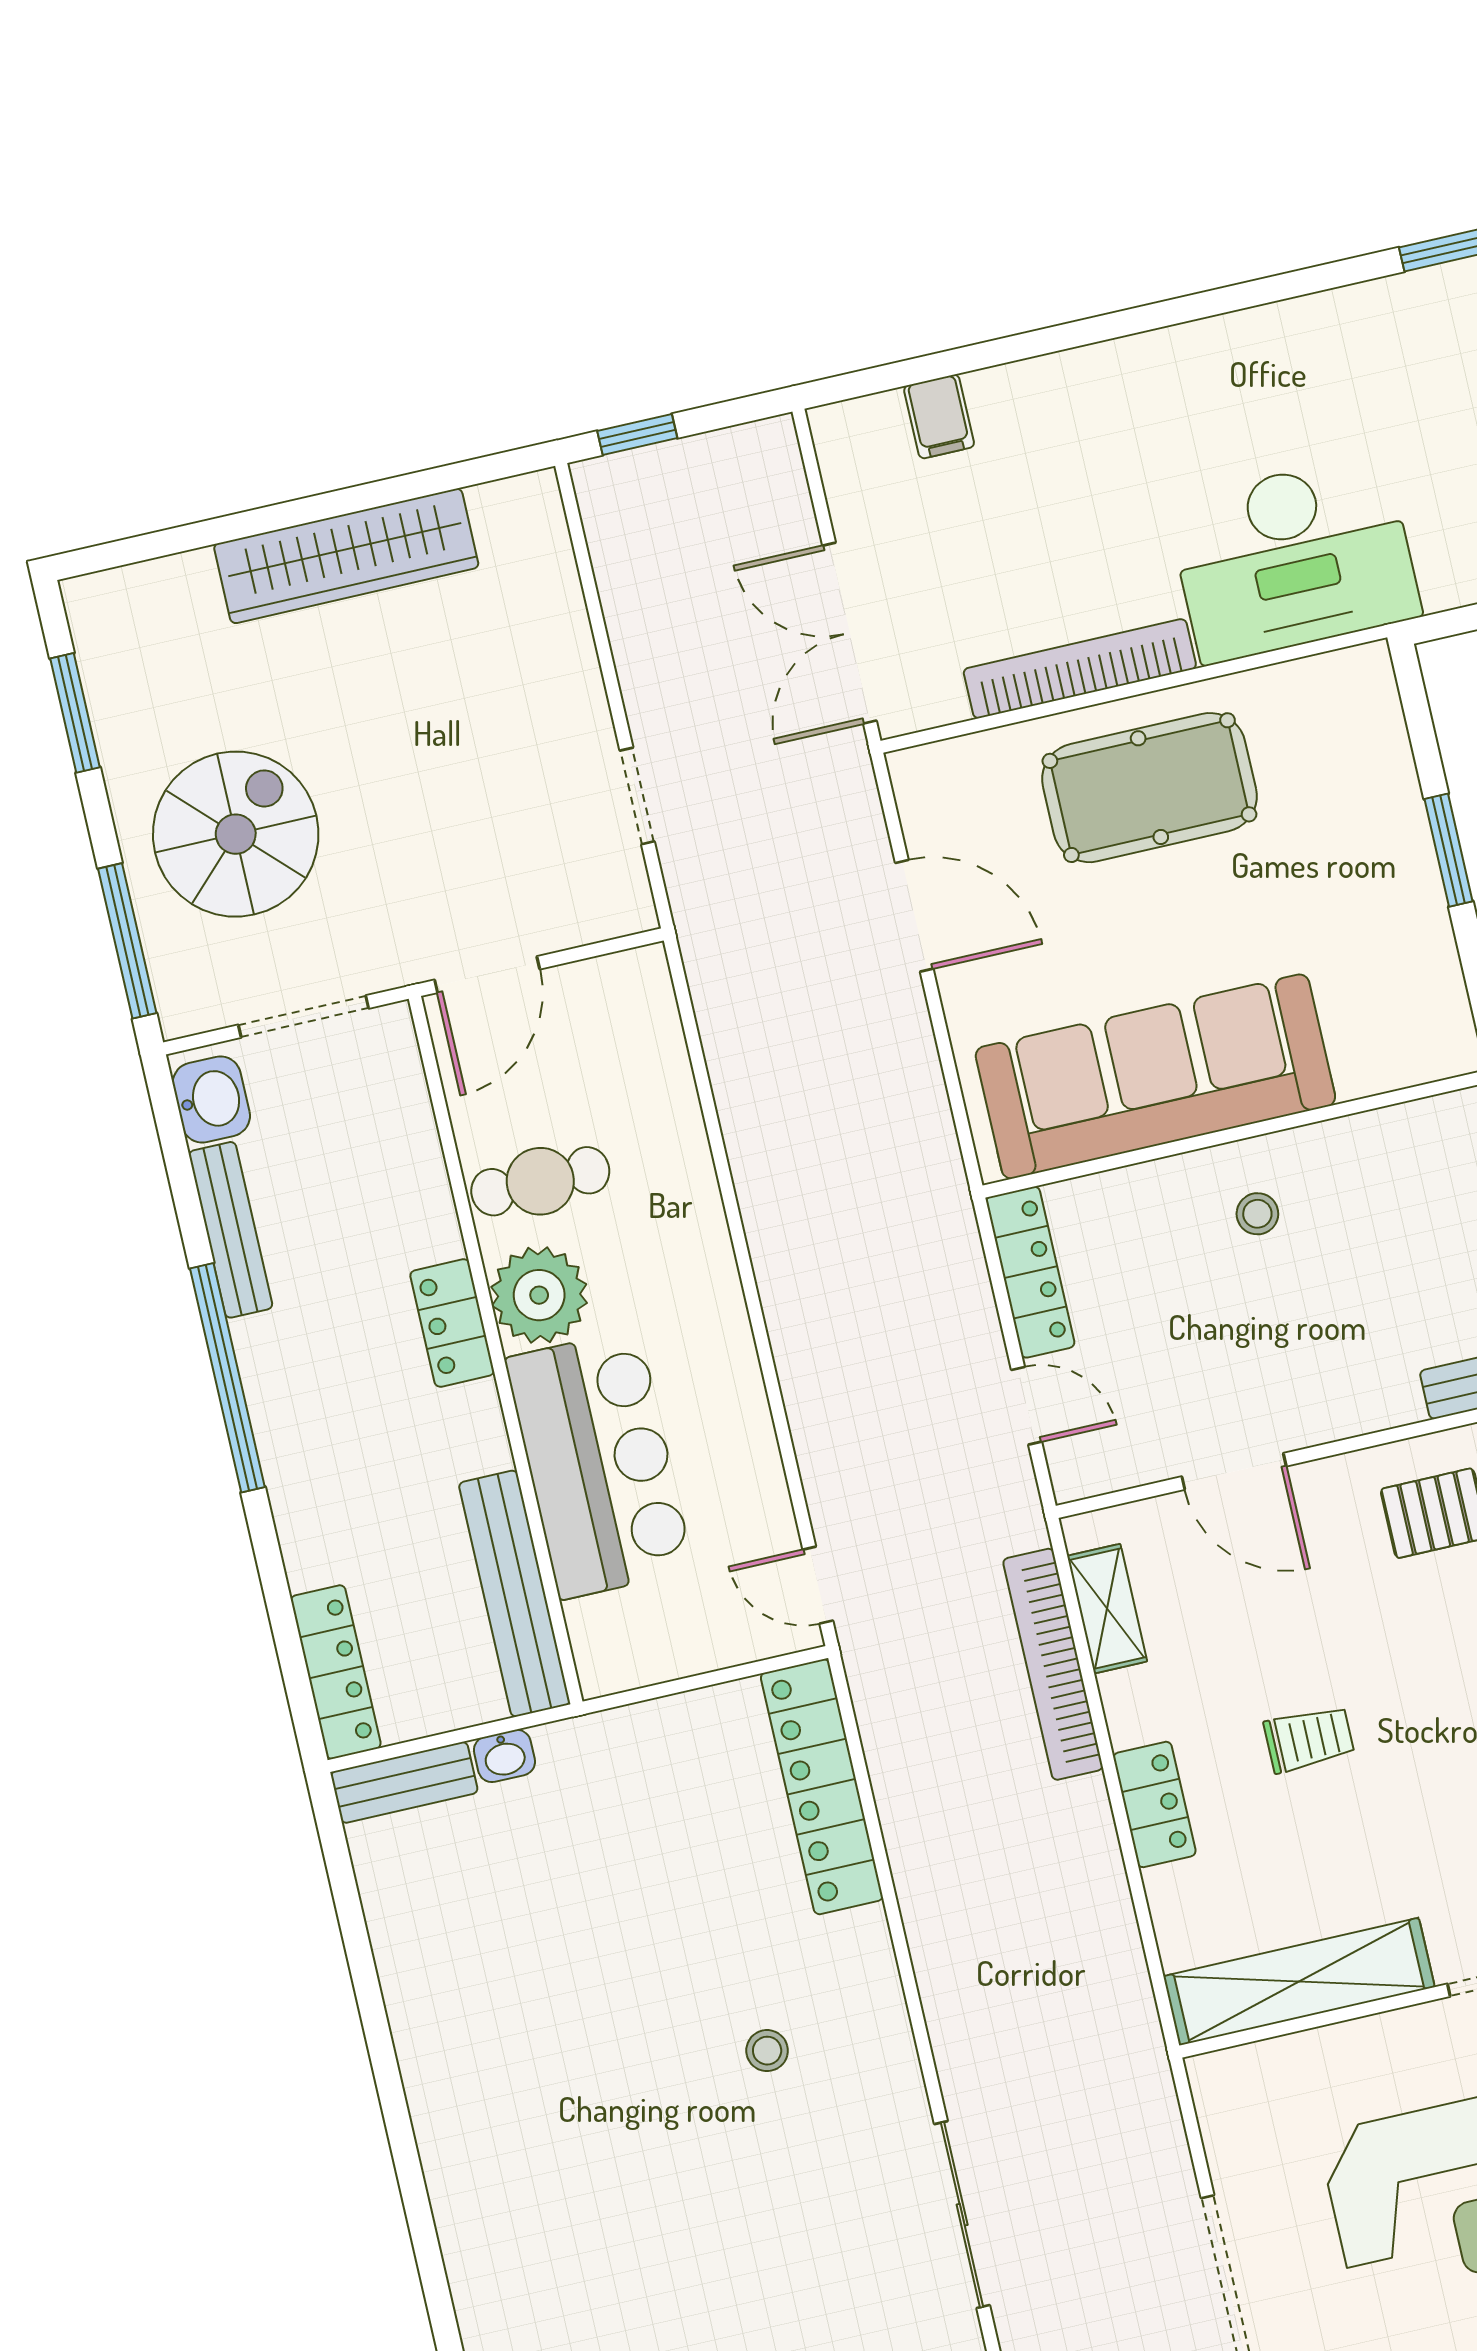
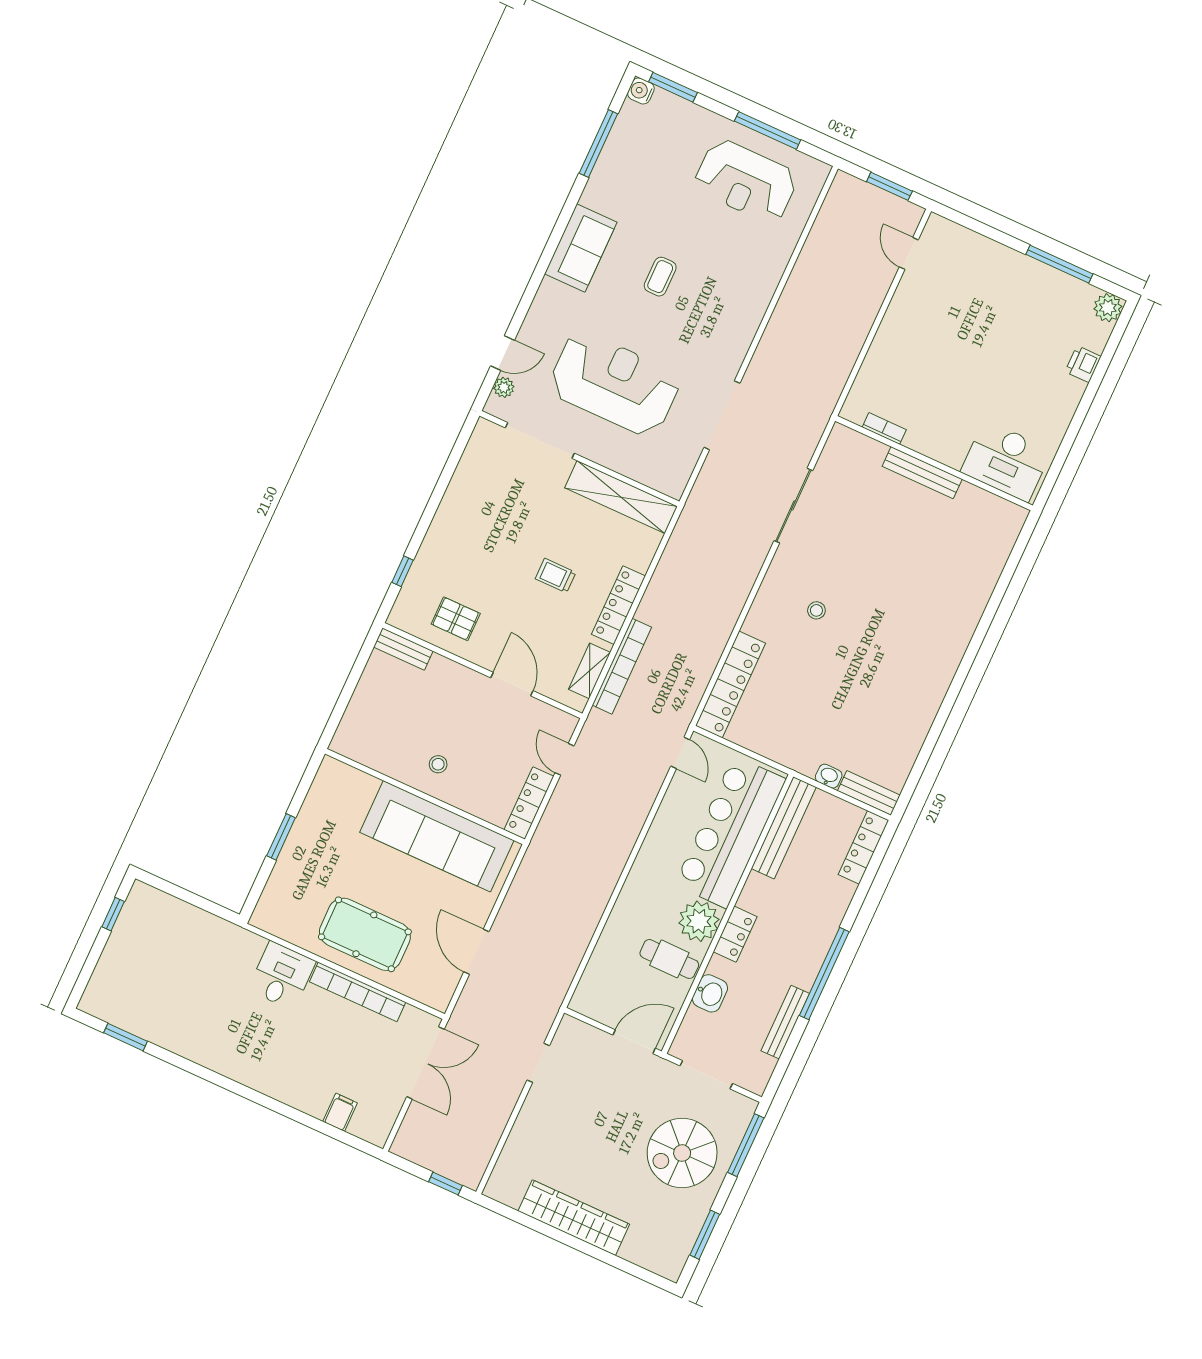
desk: (1294, 559) -> (282, 976), width x0.53, depth x0.77
washbasin: (211, 1099) -> (710, 993), moved, turned 180
bar counter: (599, 1464) -> (730, 832), width x1.36
locker: (1155, 1804) -> (618, 605), width x1.53

